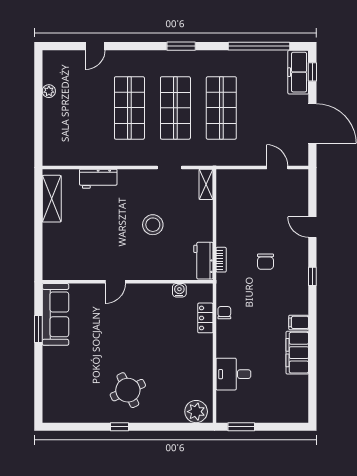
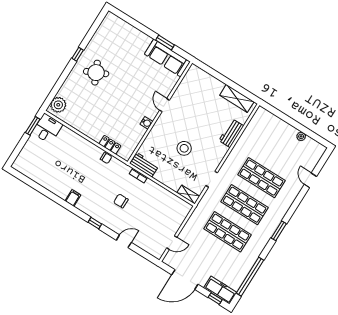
water cooler: (179, 290) -> (146, 123), moved
filing cabinet: (297, 353) -> (56, 186), removed
desk: (233, 374) -> (47, 129), moved

